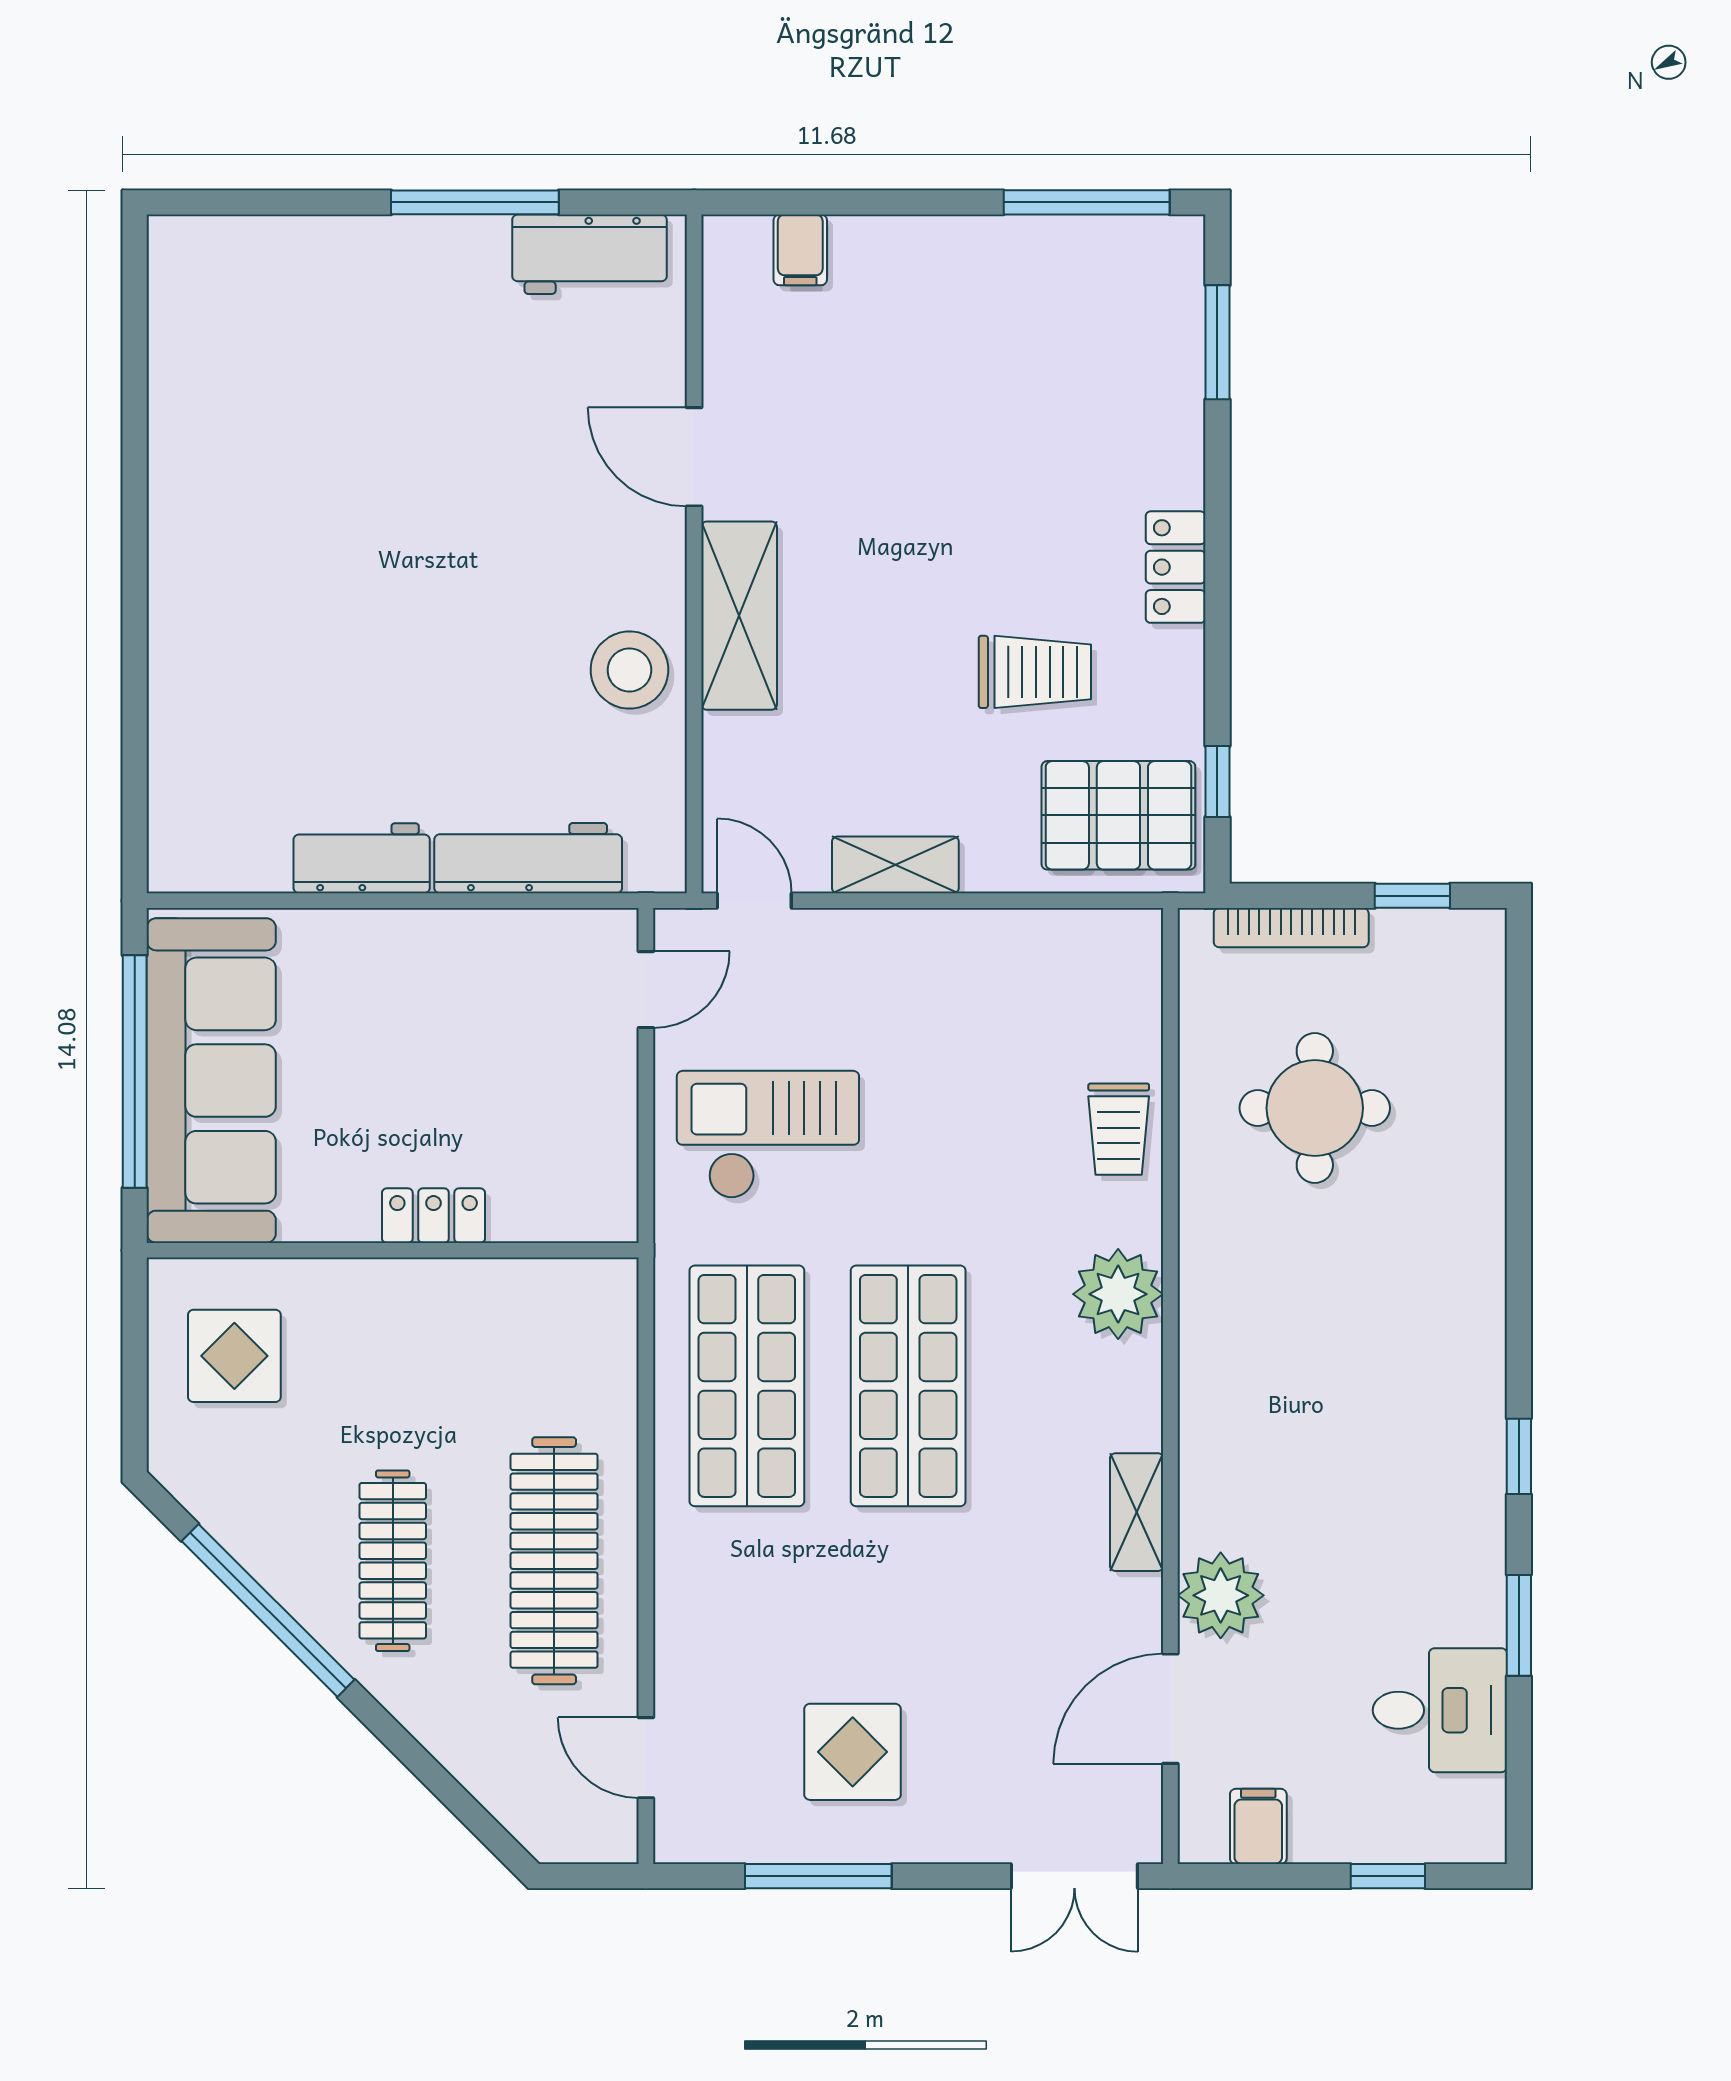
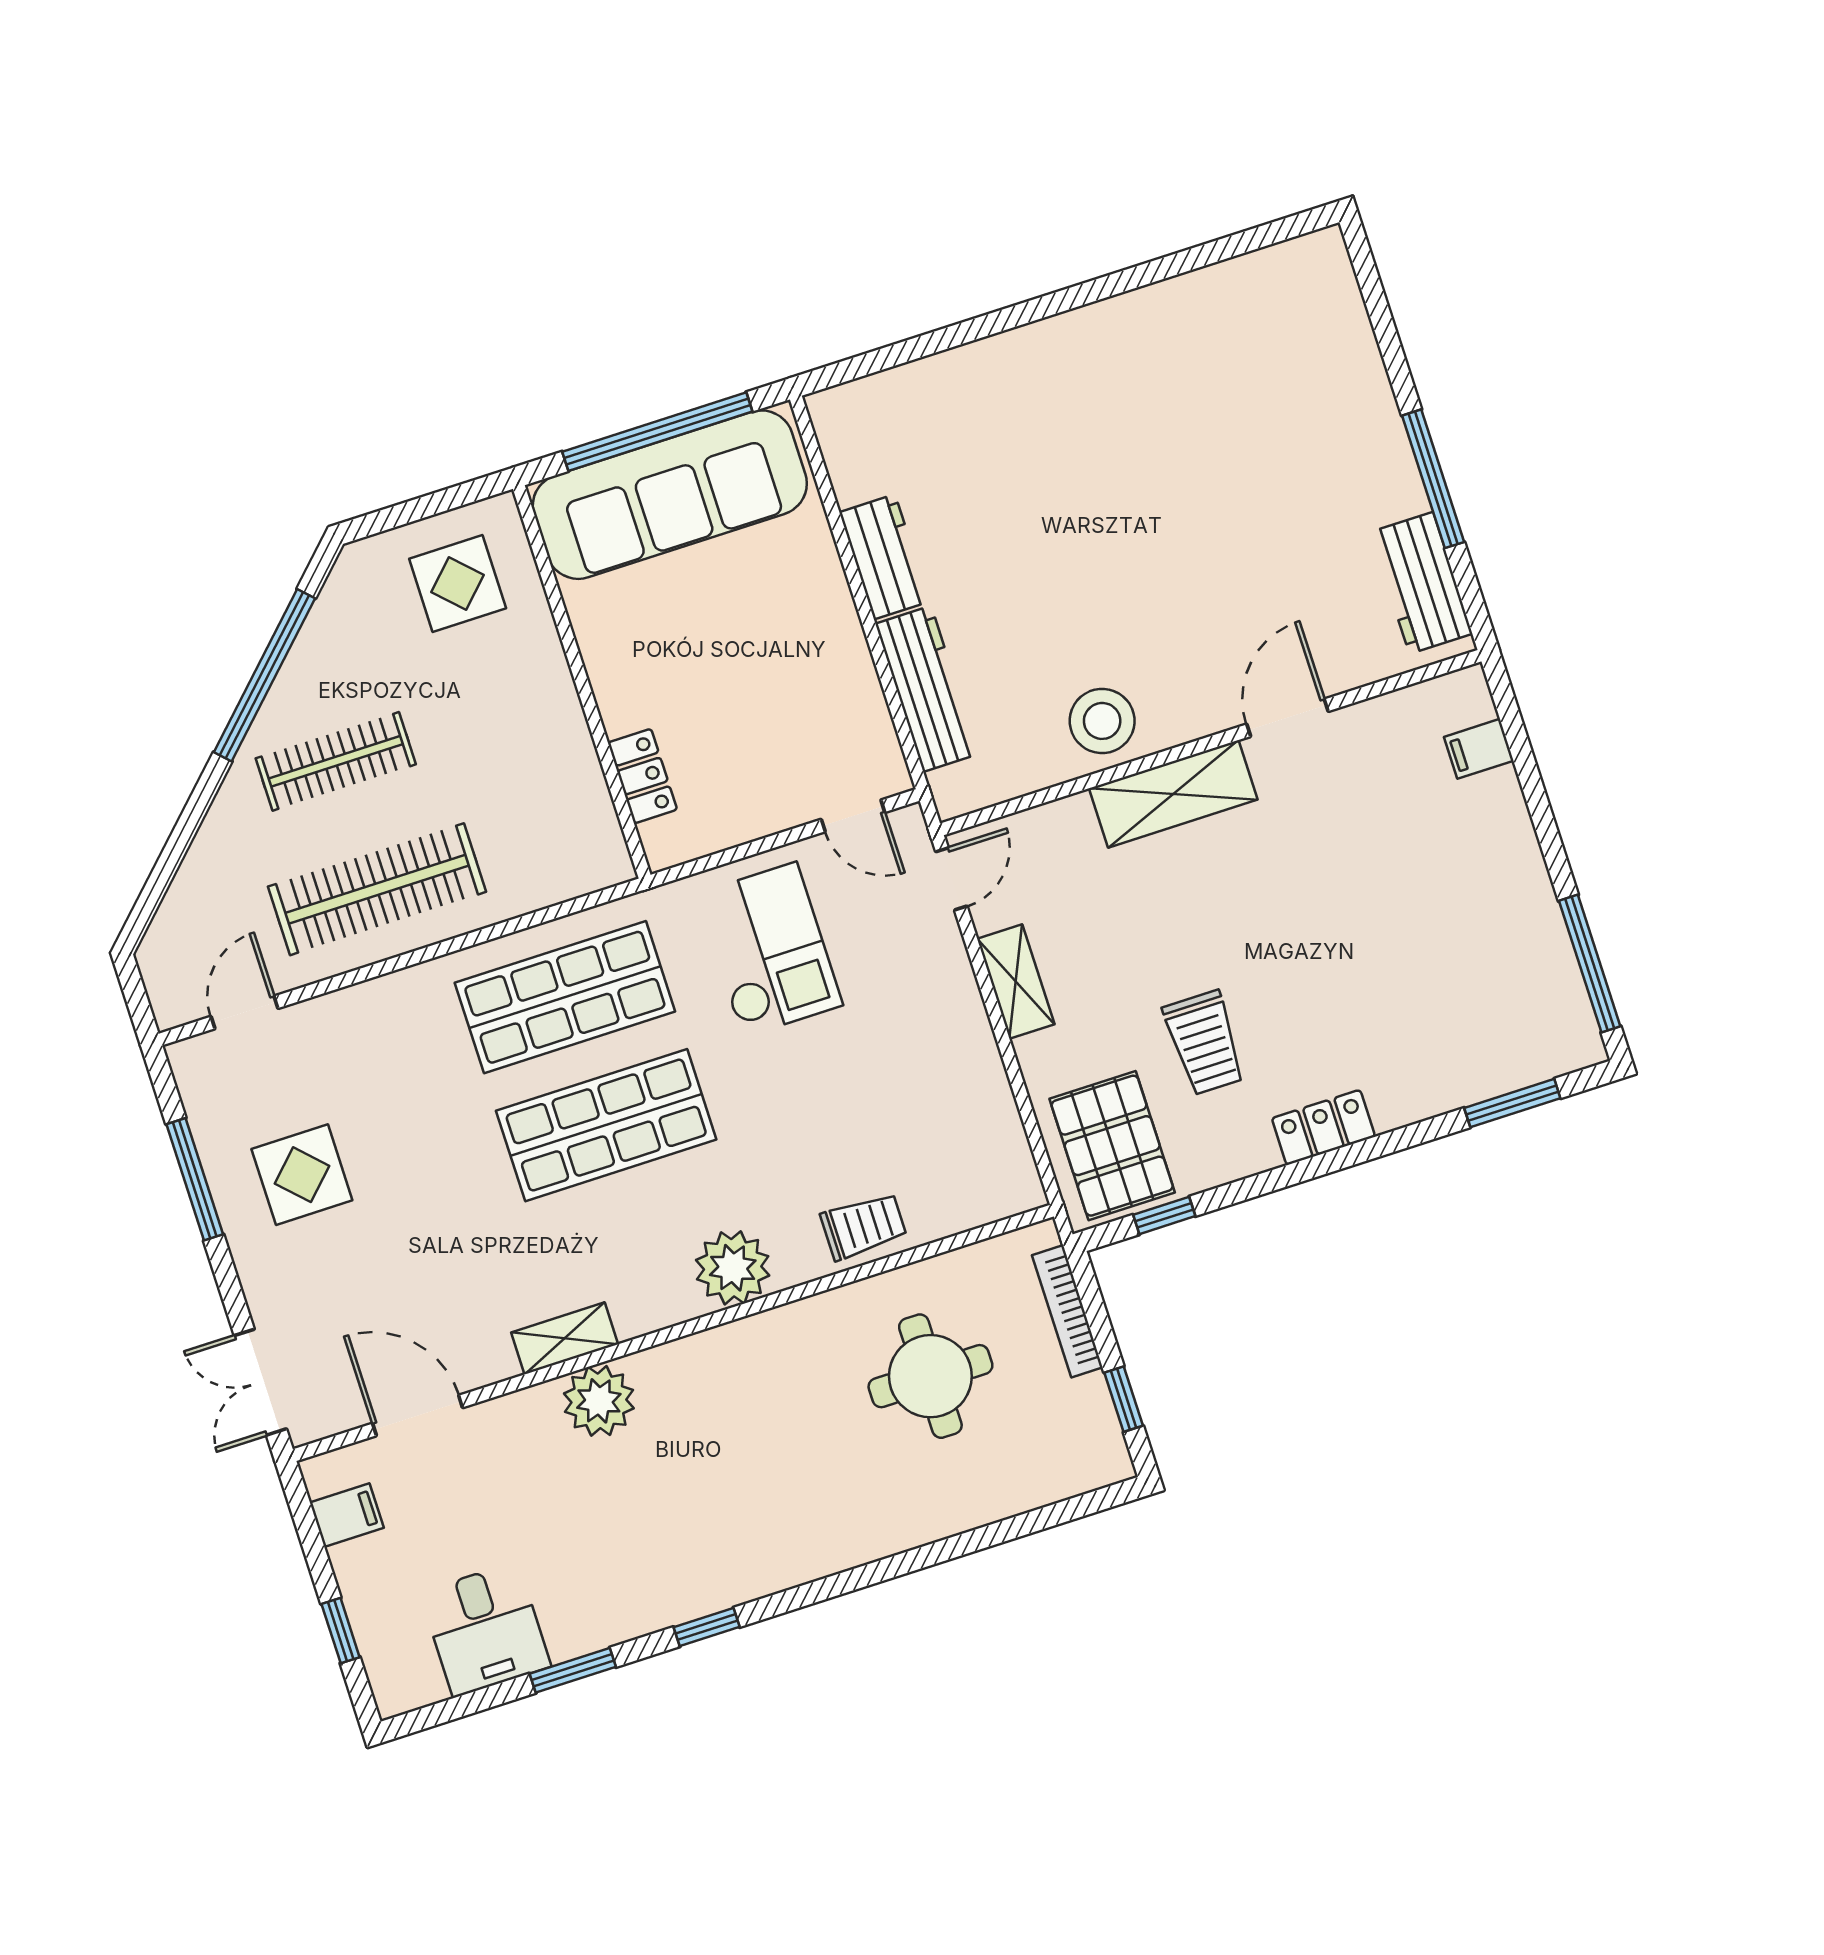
trolley: (1119, 1129) -> (864, 1226), turned 180
locker: (433, 1216) -> (642, 776), moved
plant: (1221, 1595) -> (599, 1401), moved

